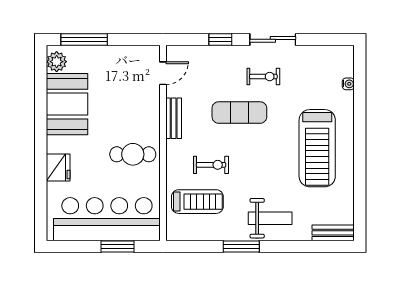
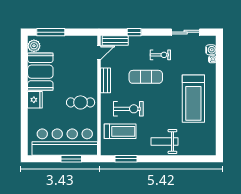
sliding door: (273, 39) -> (186, 32), moved
water cooler: (346, 68) -> (211, 50), added
exercise bike: (211, 165) -> (128, 109), width x1.38, depth x1.39
fridge: (58, 167) -> (35, 100), moved
weight bench: (270, 218) -> (165, 141), turned 180
bench: (333, 233) -> (115, 40), moved
window: (241, 246) -> (126, 159), moved

